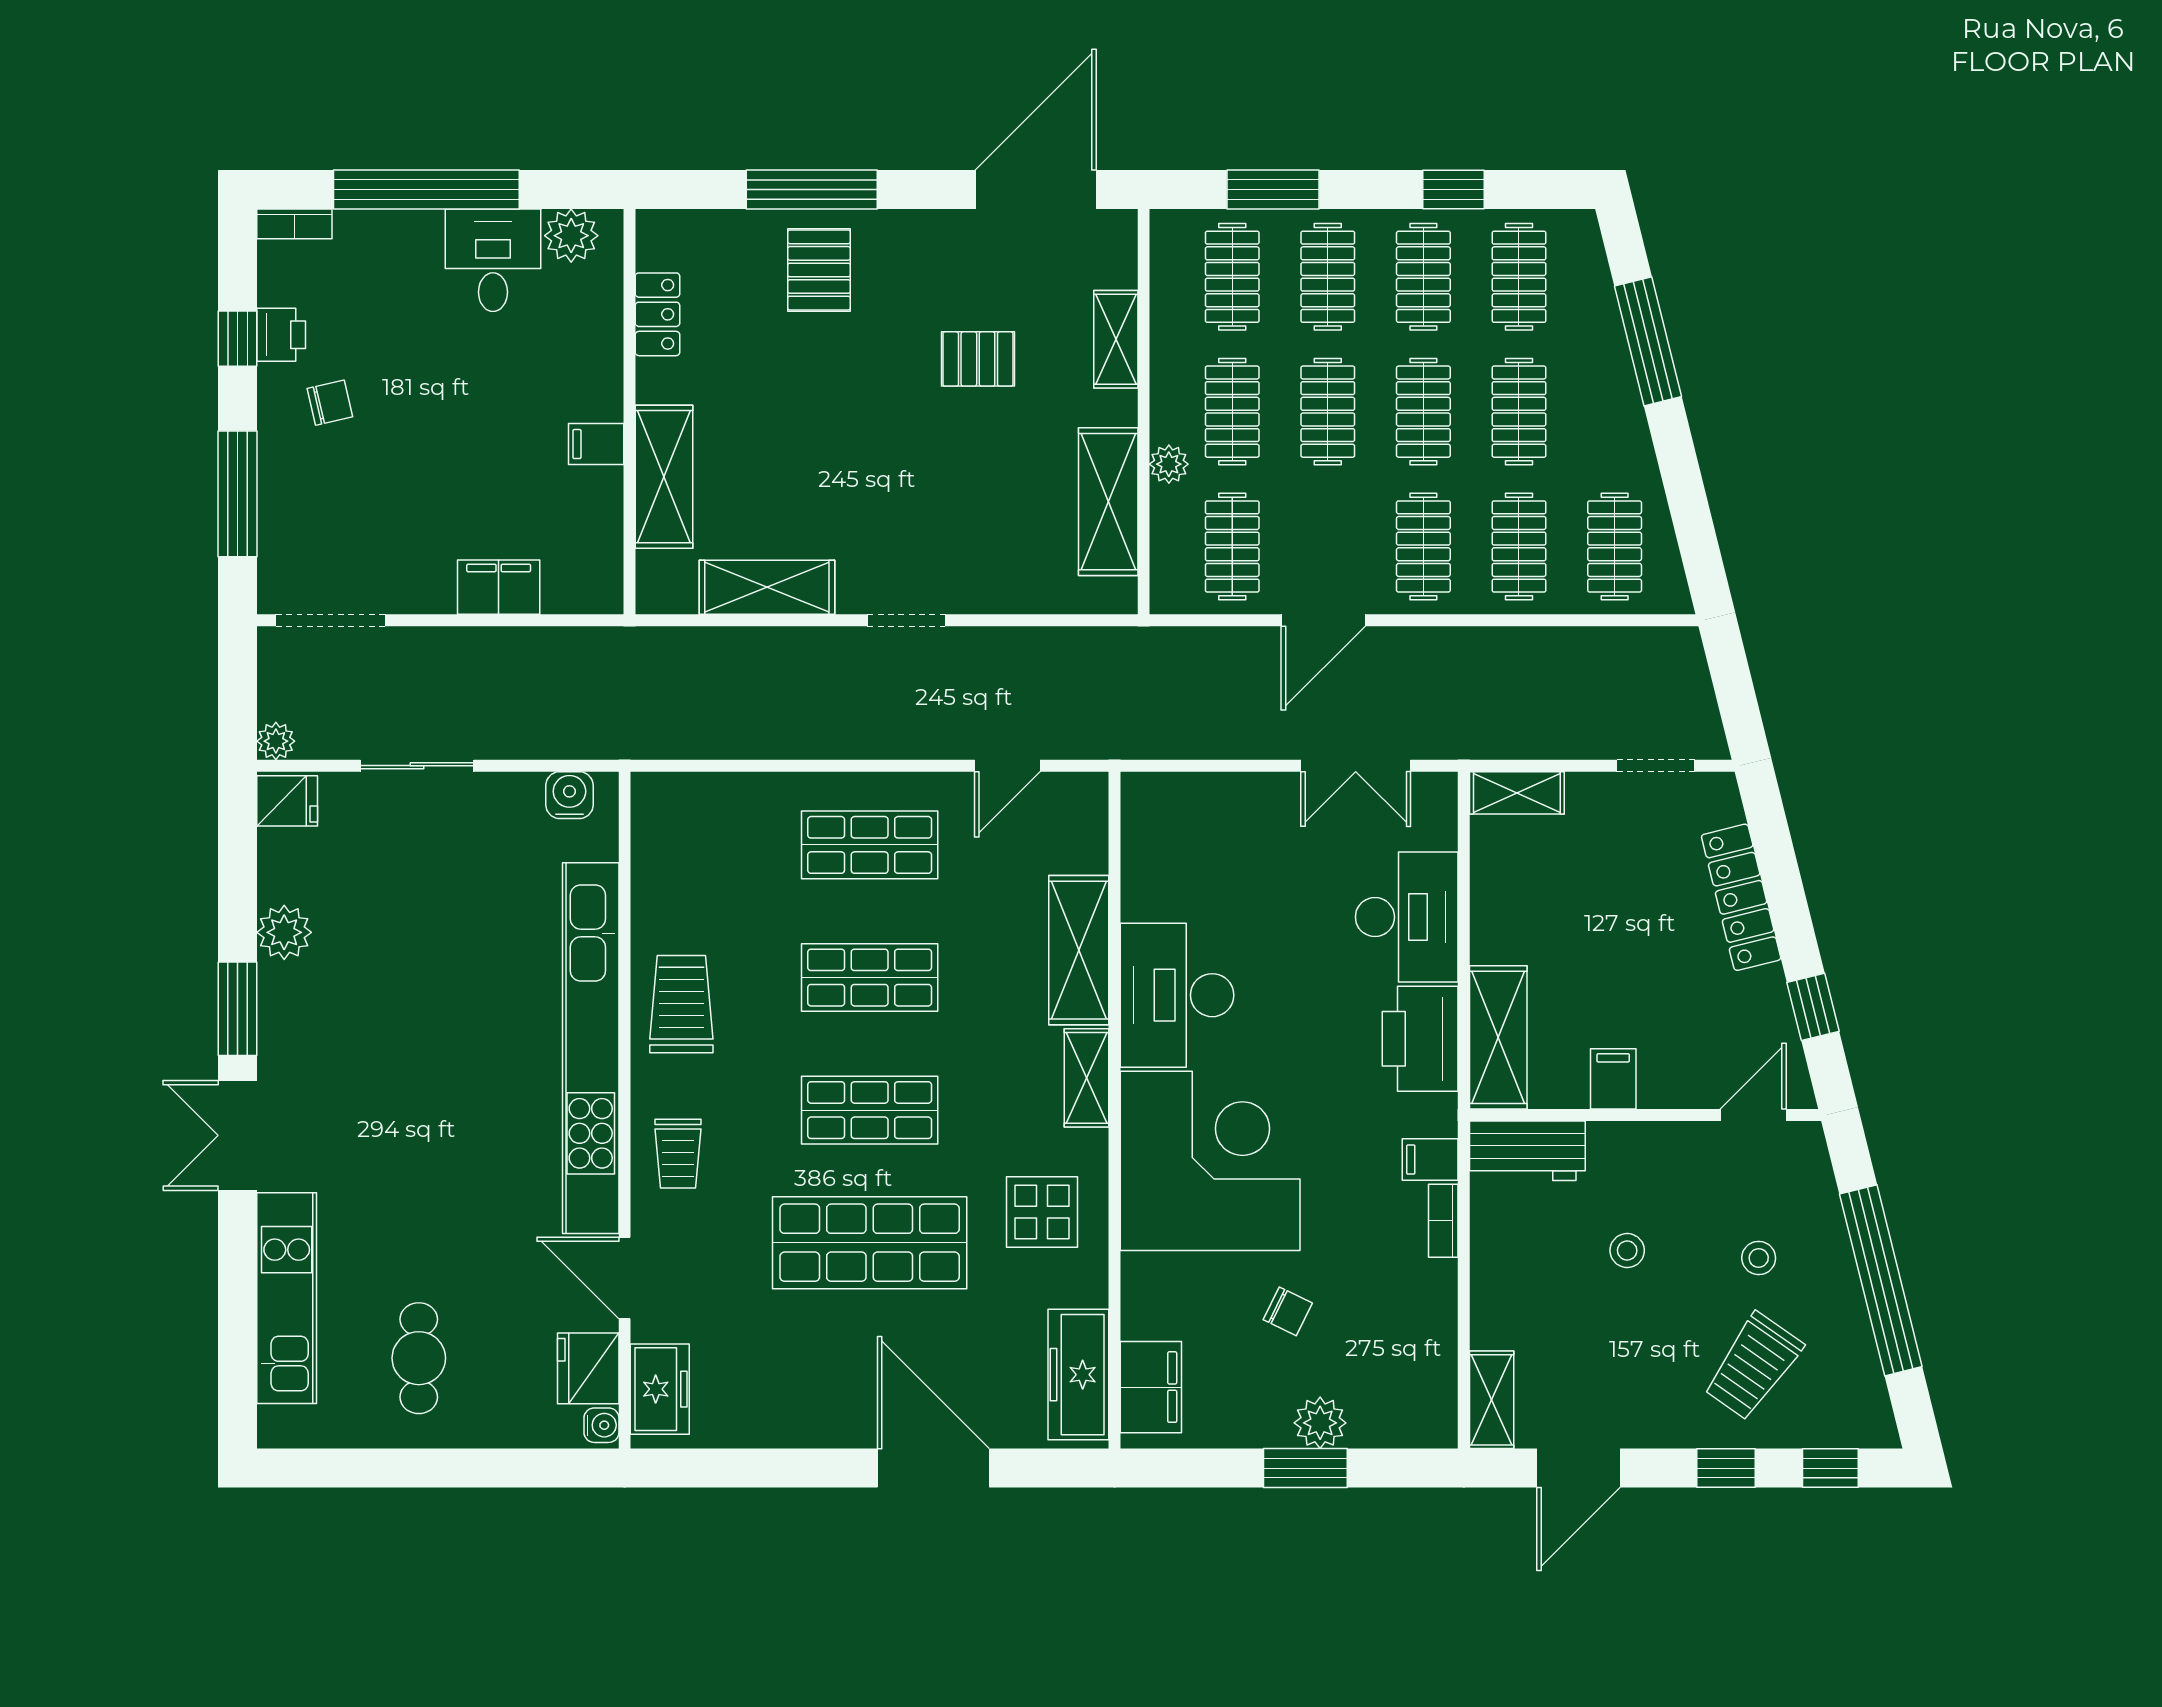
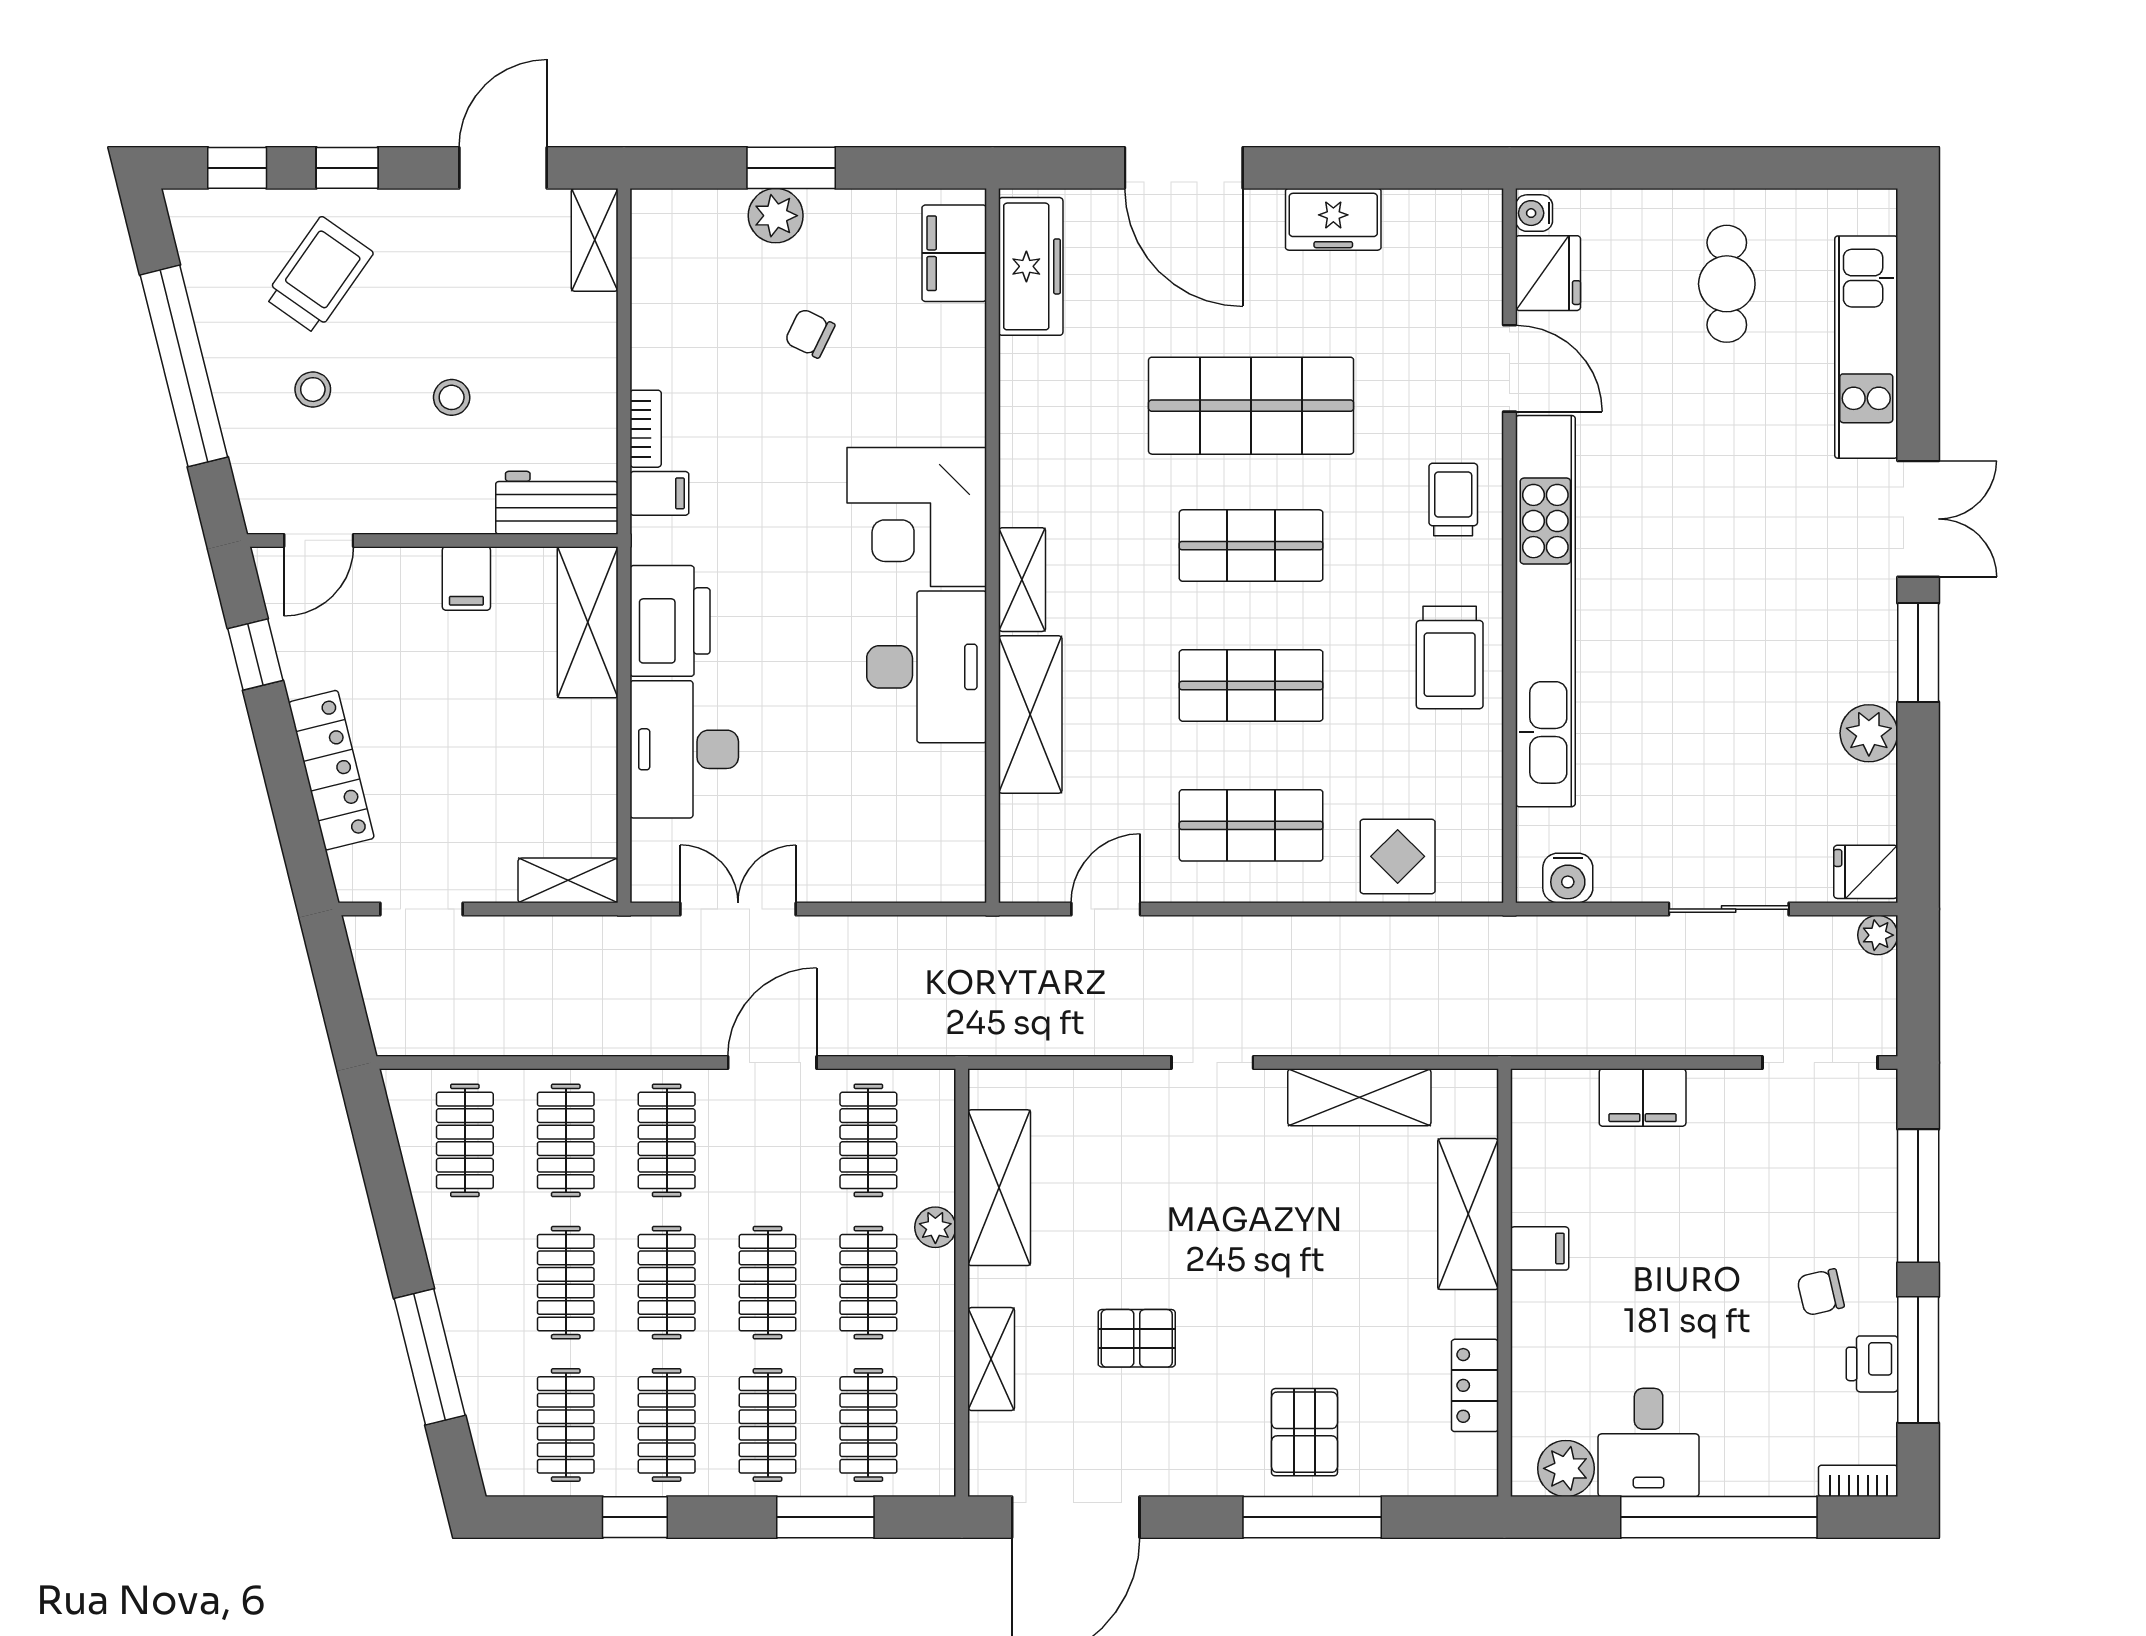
window: (238, 339) -> (1918, 1360), width x2.17
corner desk: (1210, 1161) -> (917, 517), width x0.74, depth x0.74
display table: (1042, 1212) -> (1398, 856), moved
freezer: (660, 1389) -> (1333, 219), moved, turned -90

